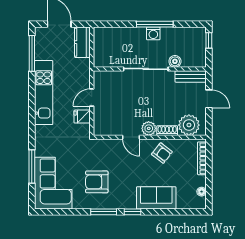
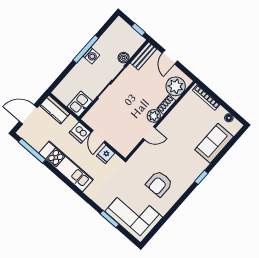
window: (209, 40) -> (138, 29), moved
kitchen sink: (105, 59) -> (80, 104), added
dishwasher: (82, 80) -> (80, 132), added
door: (209, 99) -> (170, 57), swing flipped
armchair: (162, 153) -> (179, 122), removed
window: (32, 167) -> (110, 219), width x0.69
sofa: (156, 198) -> (214, 143), moved
window: (104, 212) -> (184, 197), removed

